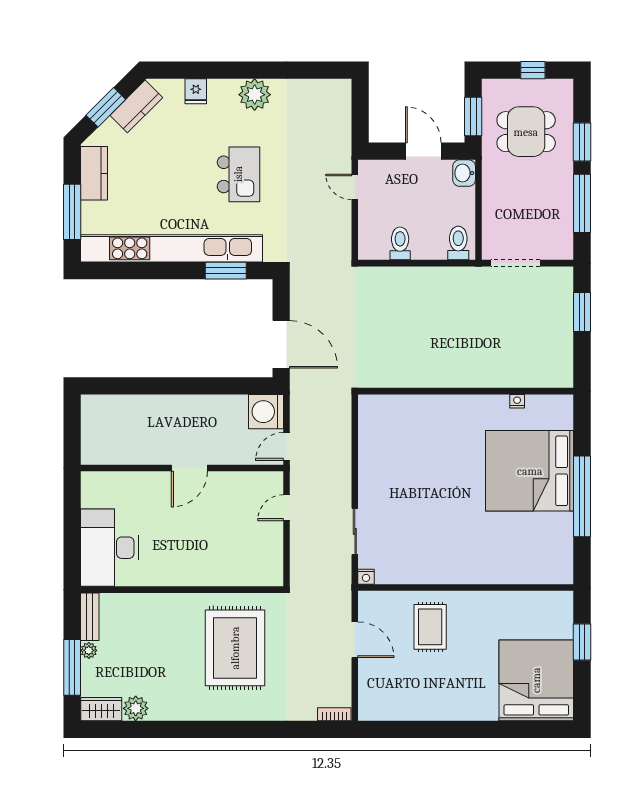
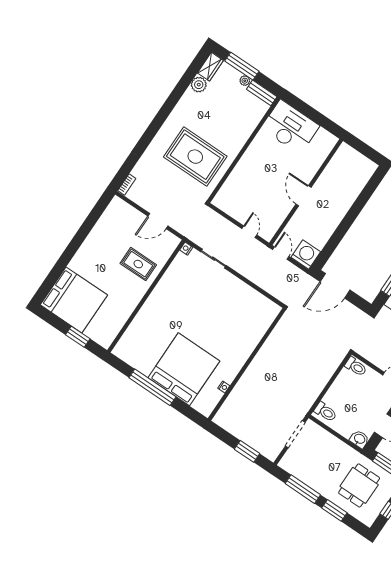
toilet: (400, 243) -> (356, 367), moved

